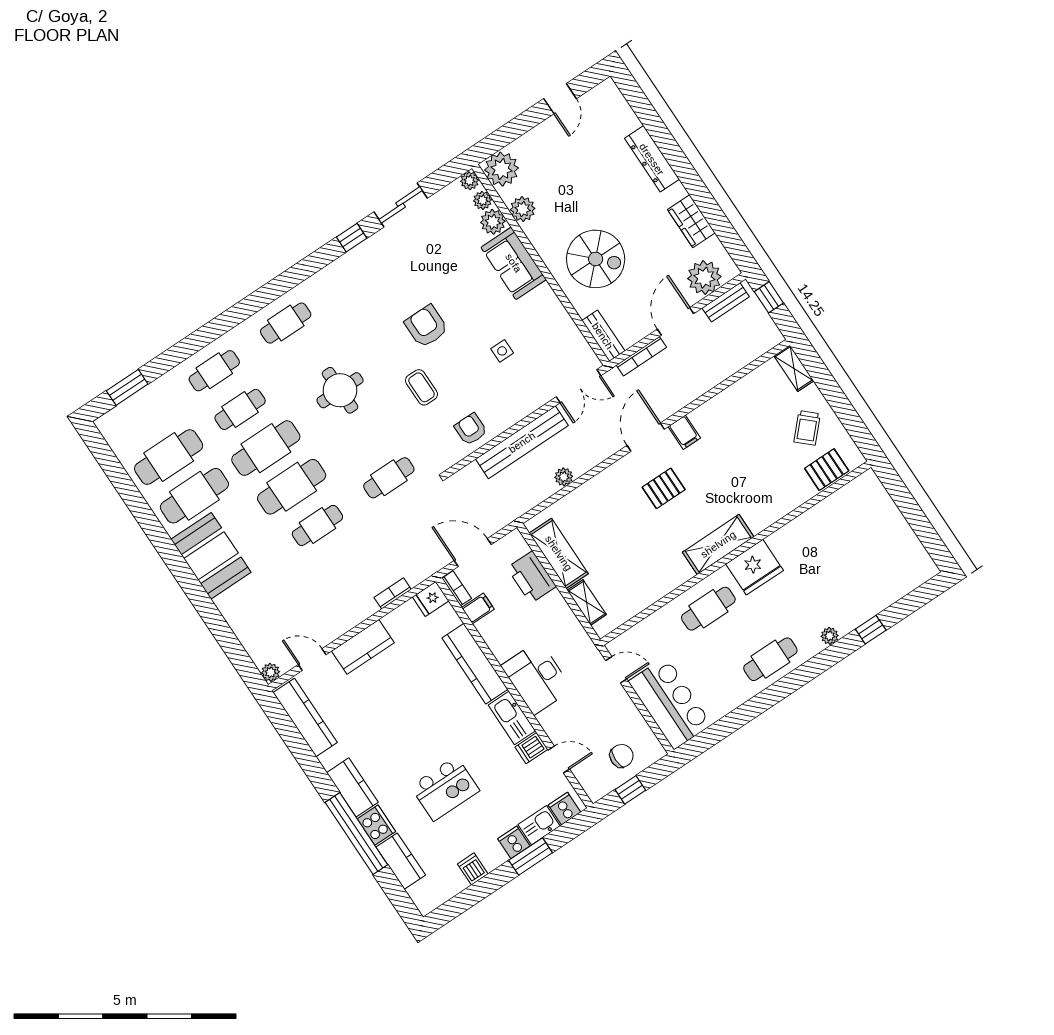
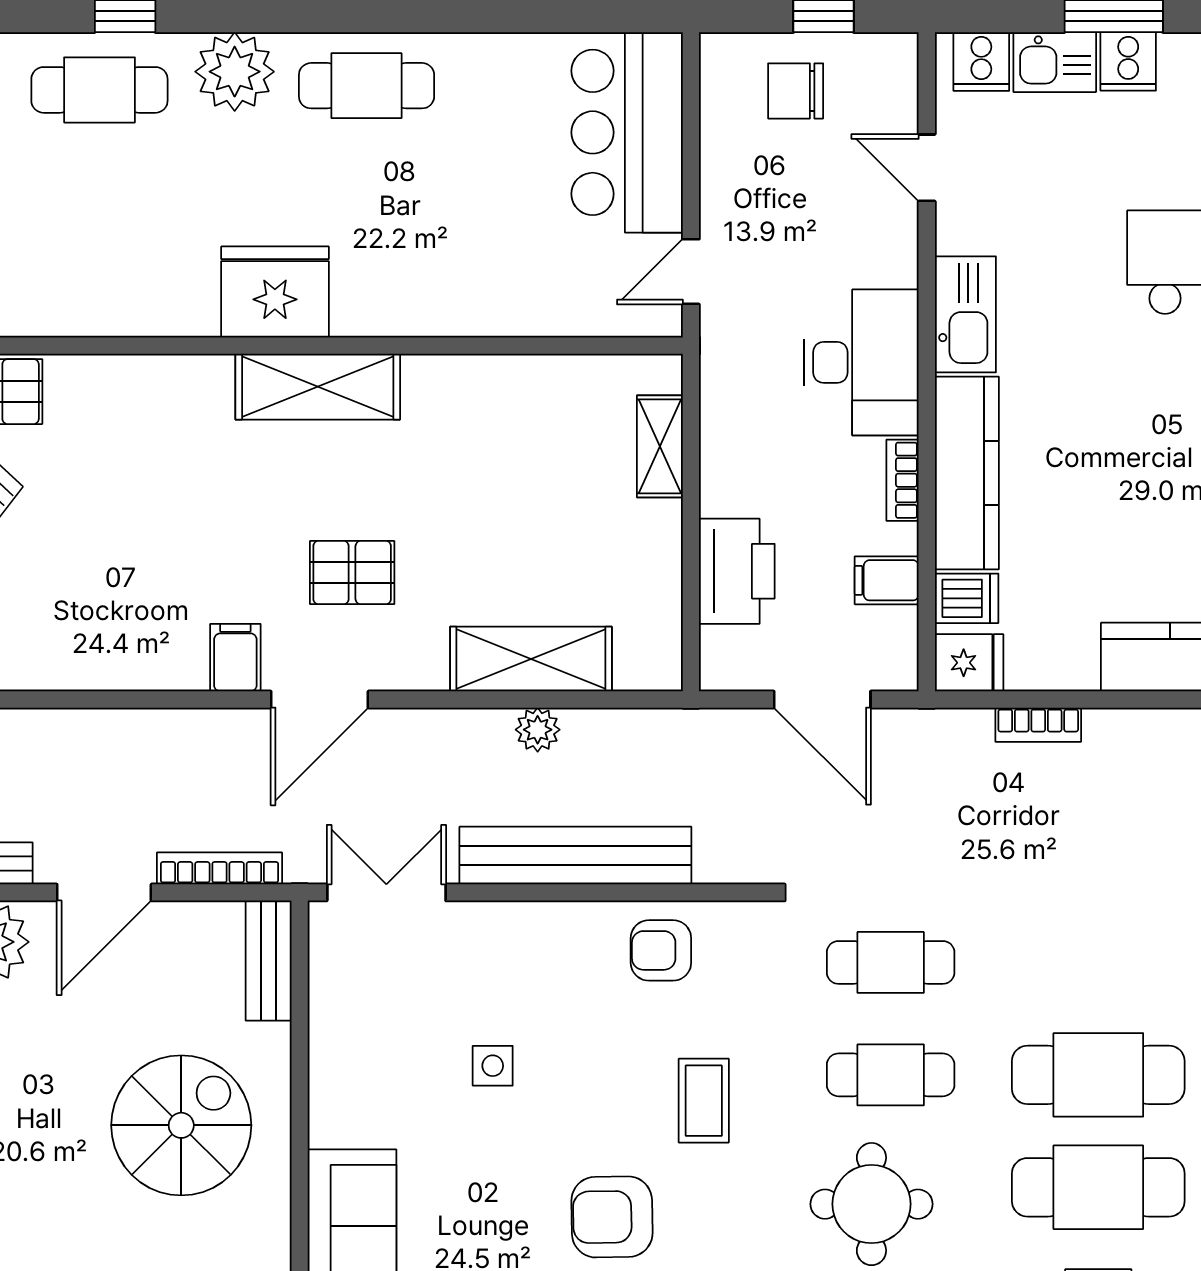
spiral stairs: (596, 259) -> (181, 1125), turned 90
armchair: (426, 326) -> (612, 1217), turned 89
armchair: (471, 429) -> (661, 950), turned 90
cafe table: (317, 525) -> (891, 1075), moved
shelving: (559, 553) -> (531, 659), moved, turned 90
bookcase: (457, 588) -> (902, 480), moved
cafe table: (708, 609) -> (99, 90), moved
plant: (830, 636) -> (235, 72), width x1.87, depth x1.87
door: (616, 670) -> (691, 272), hinge flipped
dishwasher: (531, 748) -> (967, 598), moved

